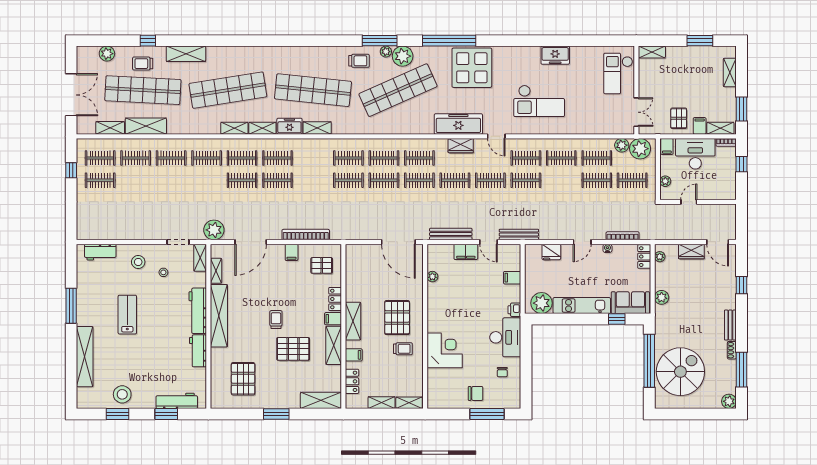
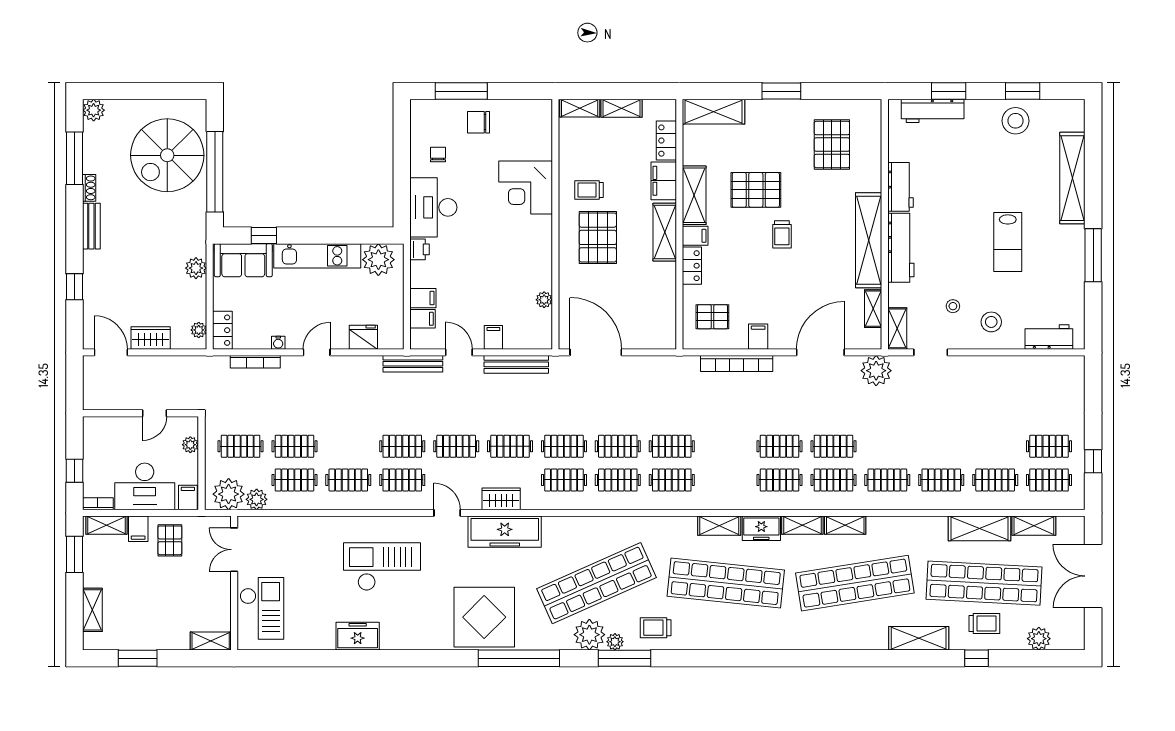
filing cabinet: (466, 252) -> (493, 337), width x0.50
filing cabinet: (512, 264) -> (422, 319), added
filing cabinet: (354, 355) -> (664, 181), width x2.00

